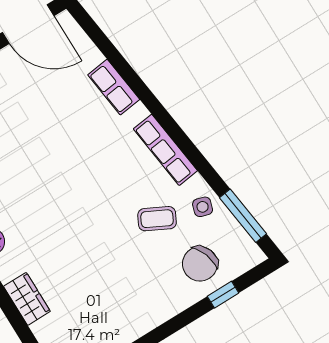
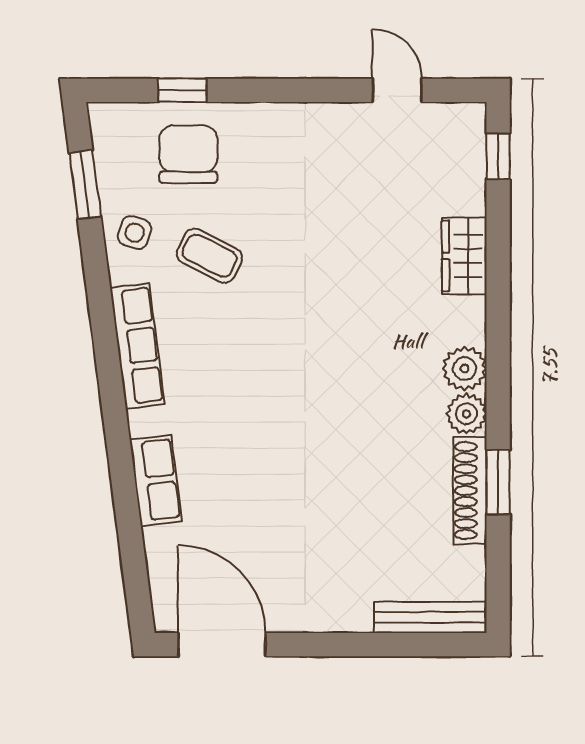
window: (243, 216) -> (85, 185), width x0.69
chair: (200, 264) -> (188, 154), turned -71

